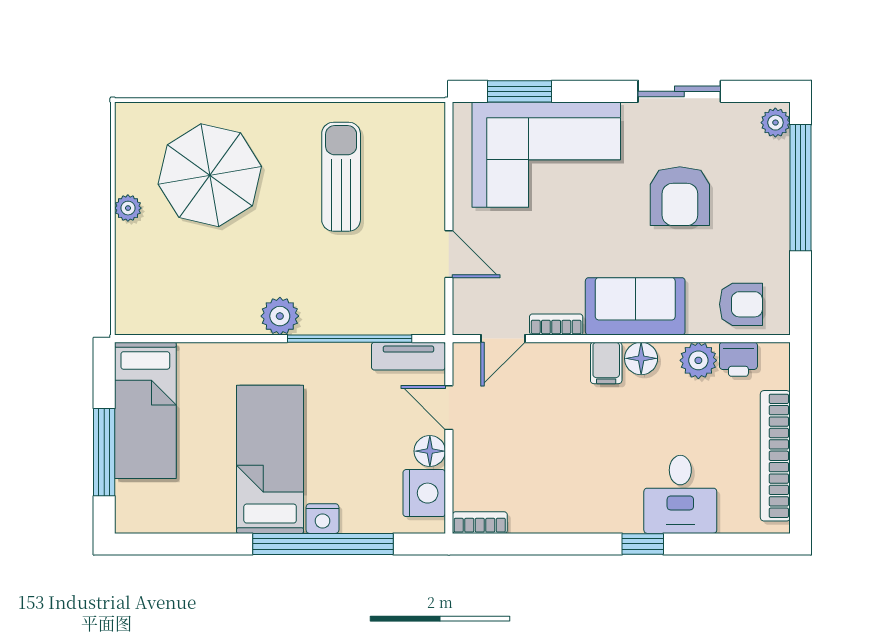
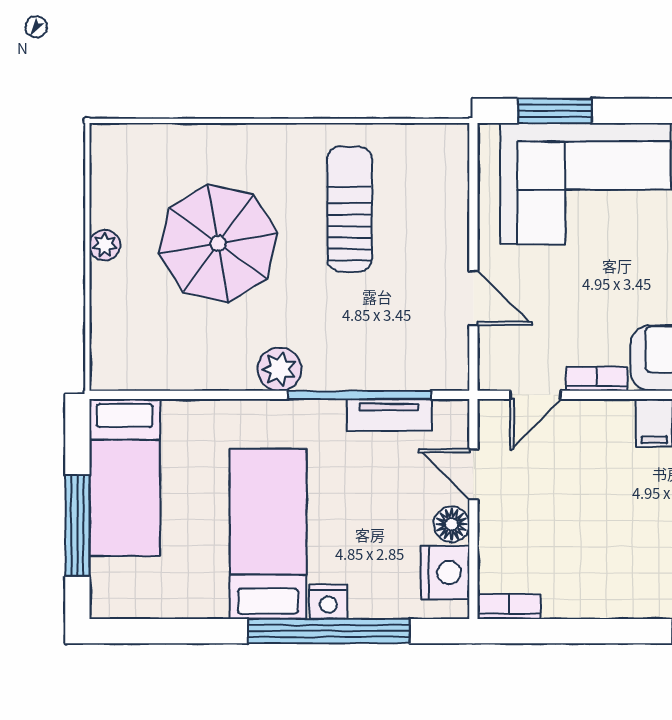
parasol: (210, 175) -> (218, 243), moved
tv unit: (408, 356) -> (389, 415), moved

